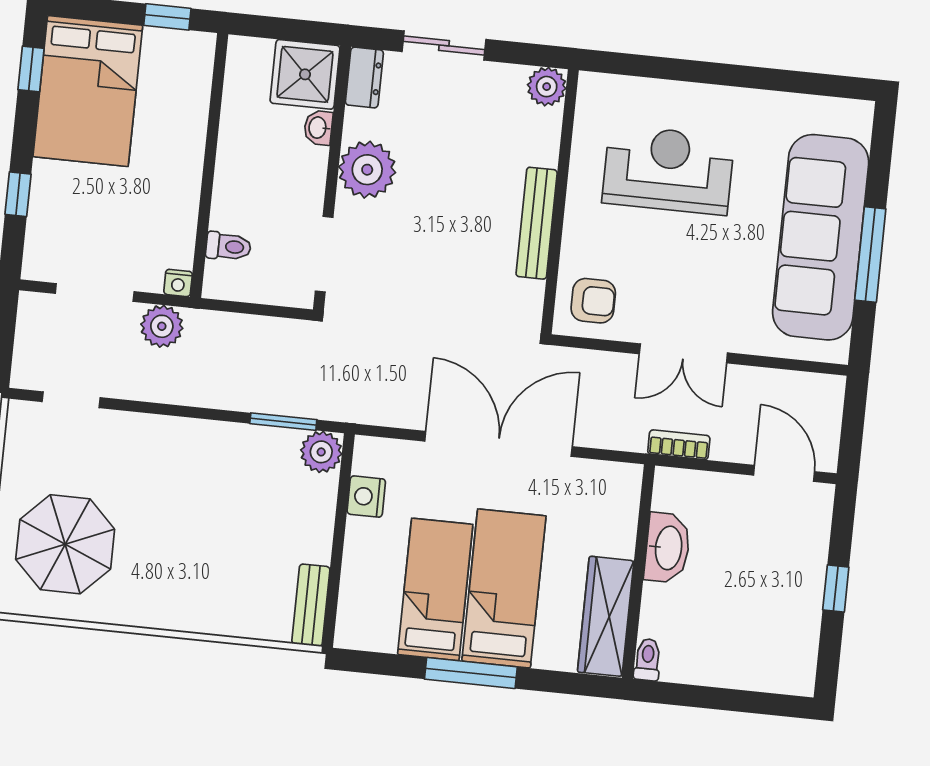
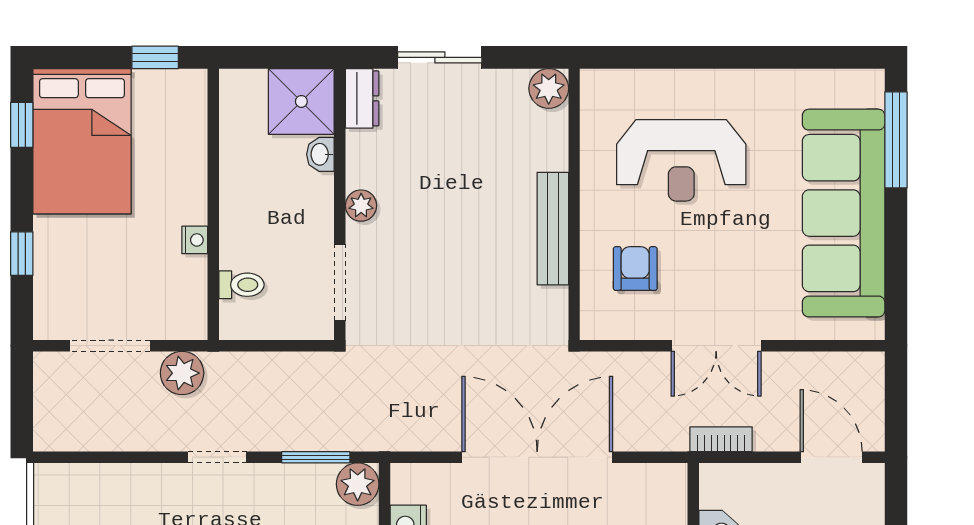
plant: (367, 170) -> (361, 206), width x0.53, depth x0.53
reception desk: (668, 170) -> (681, 160), turned 180
window: (870, 254) -> (896, 140), moved
nightstand: (178, 283) -> (195, 240), moved, turned -90
armchair: (593, 301) -> (635, 269), moved, turned -90
doorway: (71, 400) -> (217, 457), moved

